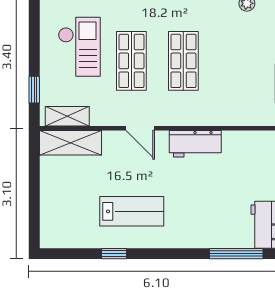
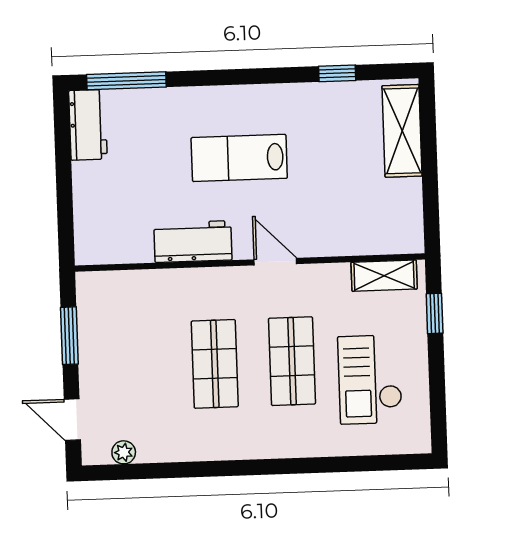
shelving: (70, 143) -> (402, 131), moved, turned 90
lab bench: (132, 211) -> (239, 158), moved
window: (114, 254) -> (337, 73), moved

